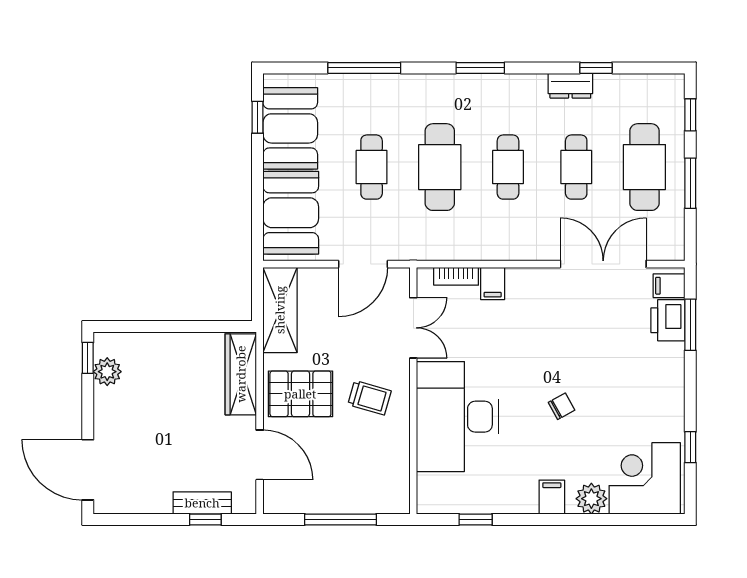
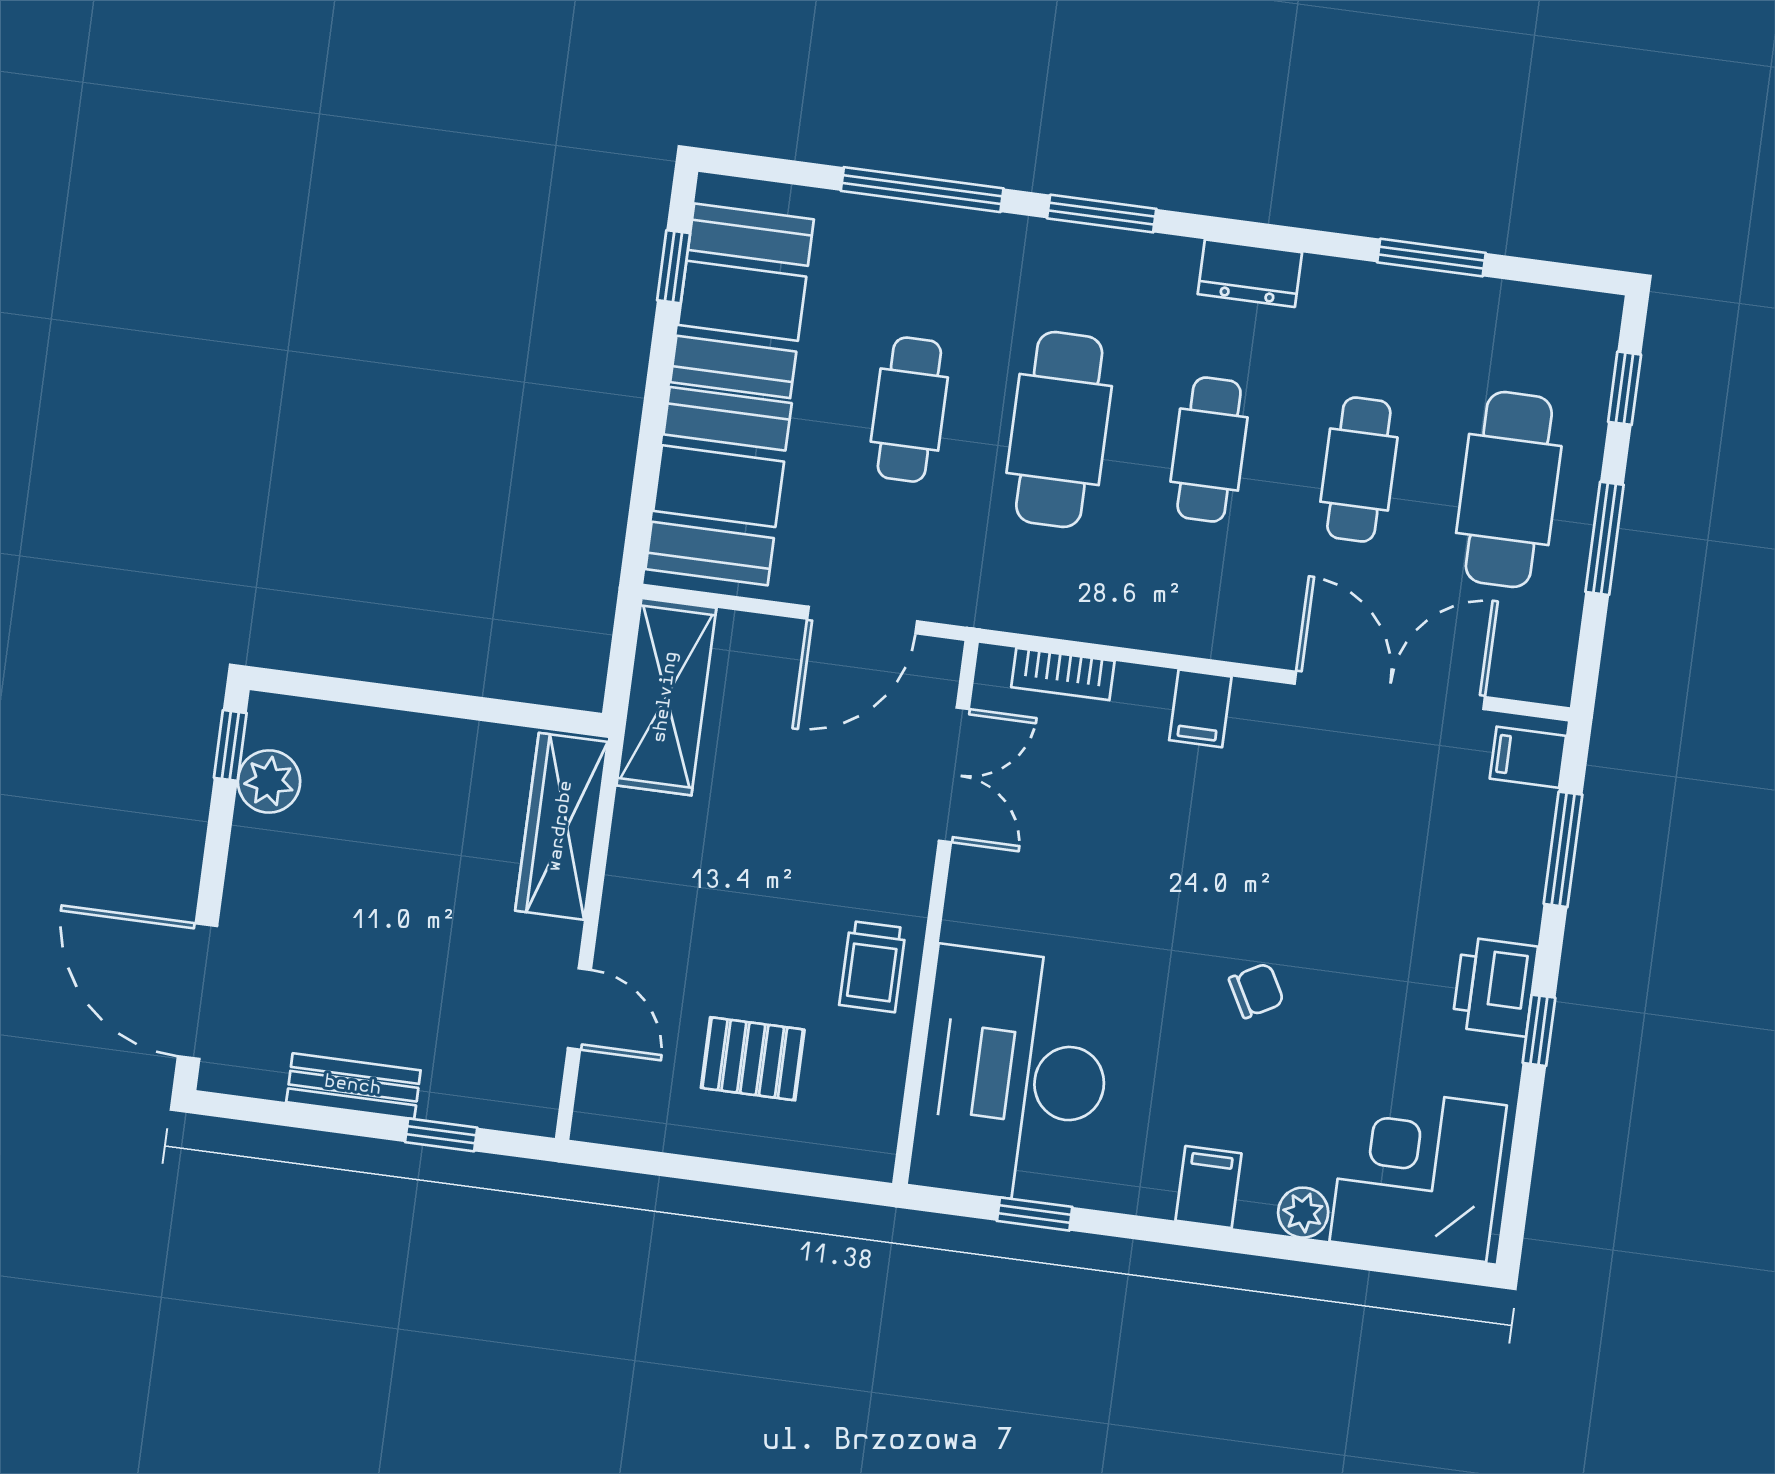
window: (480, 68) -> (1102, 214), moved
window: (596, 68) -> (1431, 258), width x1.50
dresser: (570, 86) -> (1250, 273), moved
filing cabinet: (493, 283) -> (1200, 708), moved
printer: (668, 320) -> (1495, 987), moved
pallet: (300, 394) -> (753, 1059), moved, width x0.67, depth x0.71
trolley: (369, 398) -> (873, 967), moved, turned 74
desk: (458, 417) -> (1013, 1076), moved
window: (690, 447) -> (1539, 1030), moved
door: (260, 455) -> (579, 1009), width x0.73
plant: (591, 499) -> (1303, 1213), width x0.73, depth x0.73
bench: (202, 503) -> (353, 1086), moved
window: (340, 519) -> (738, 1174), removed

